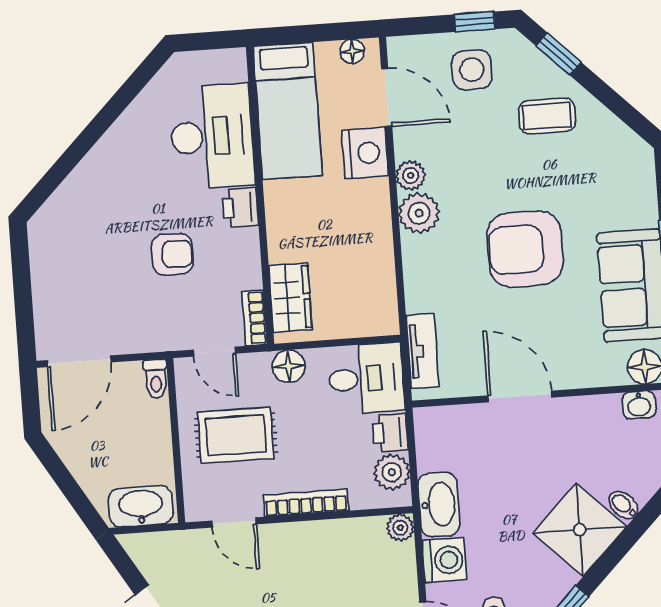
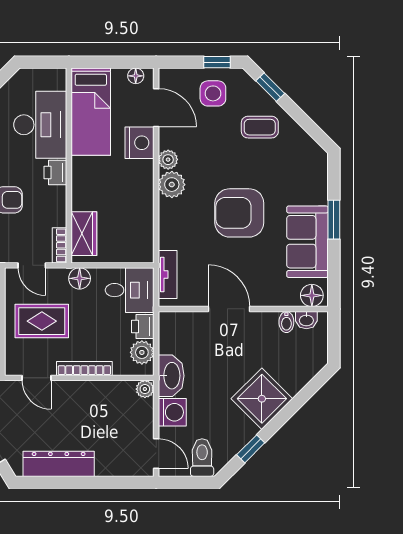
bidet: (624, 505) -> (286, 322), moved, turned -135

